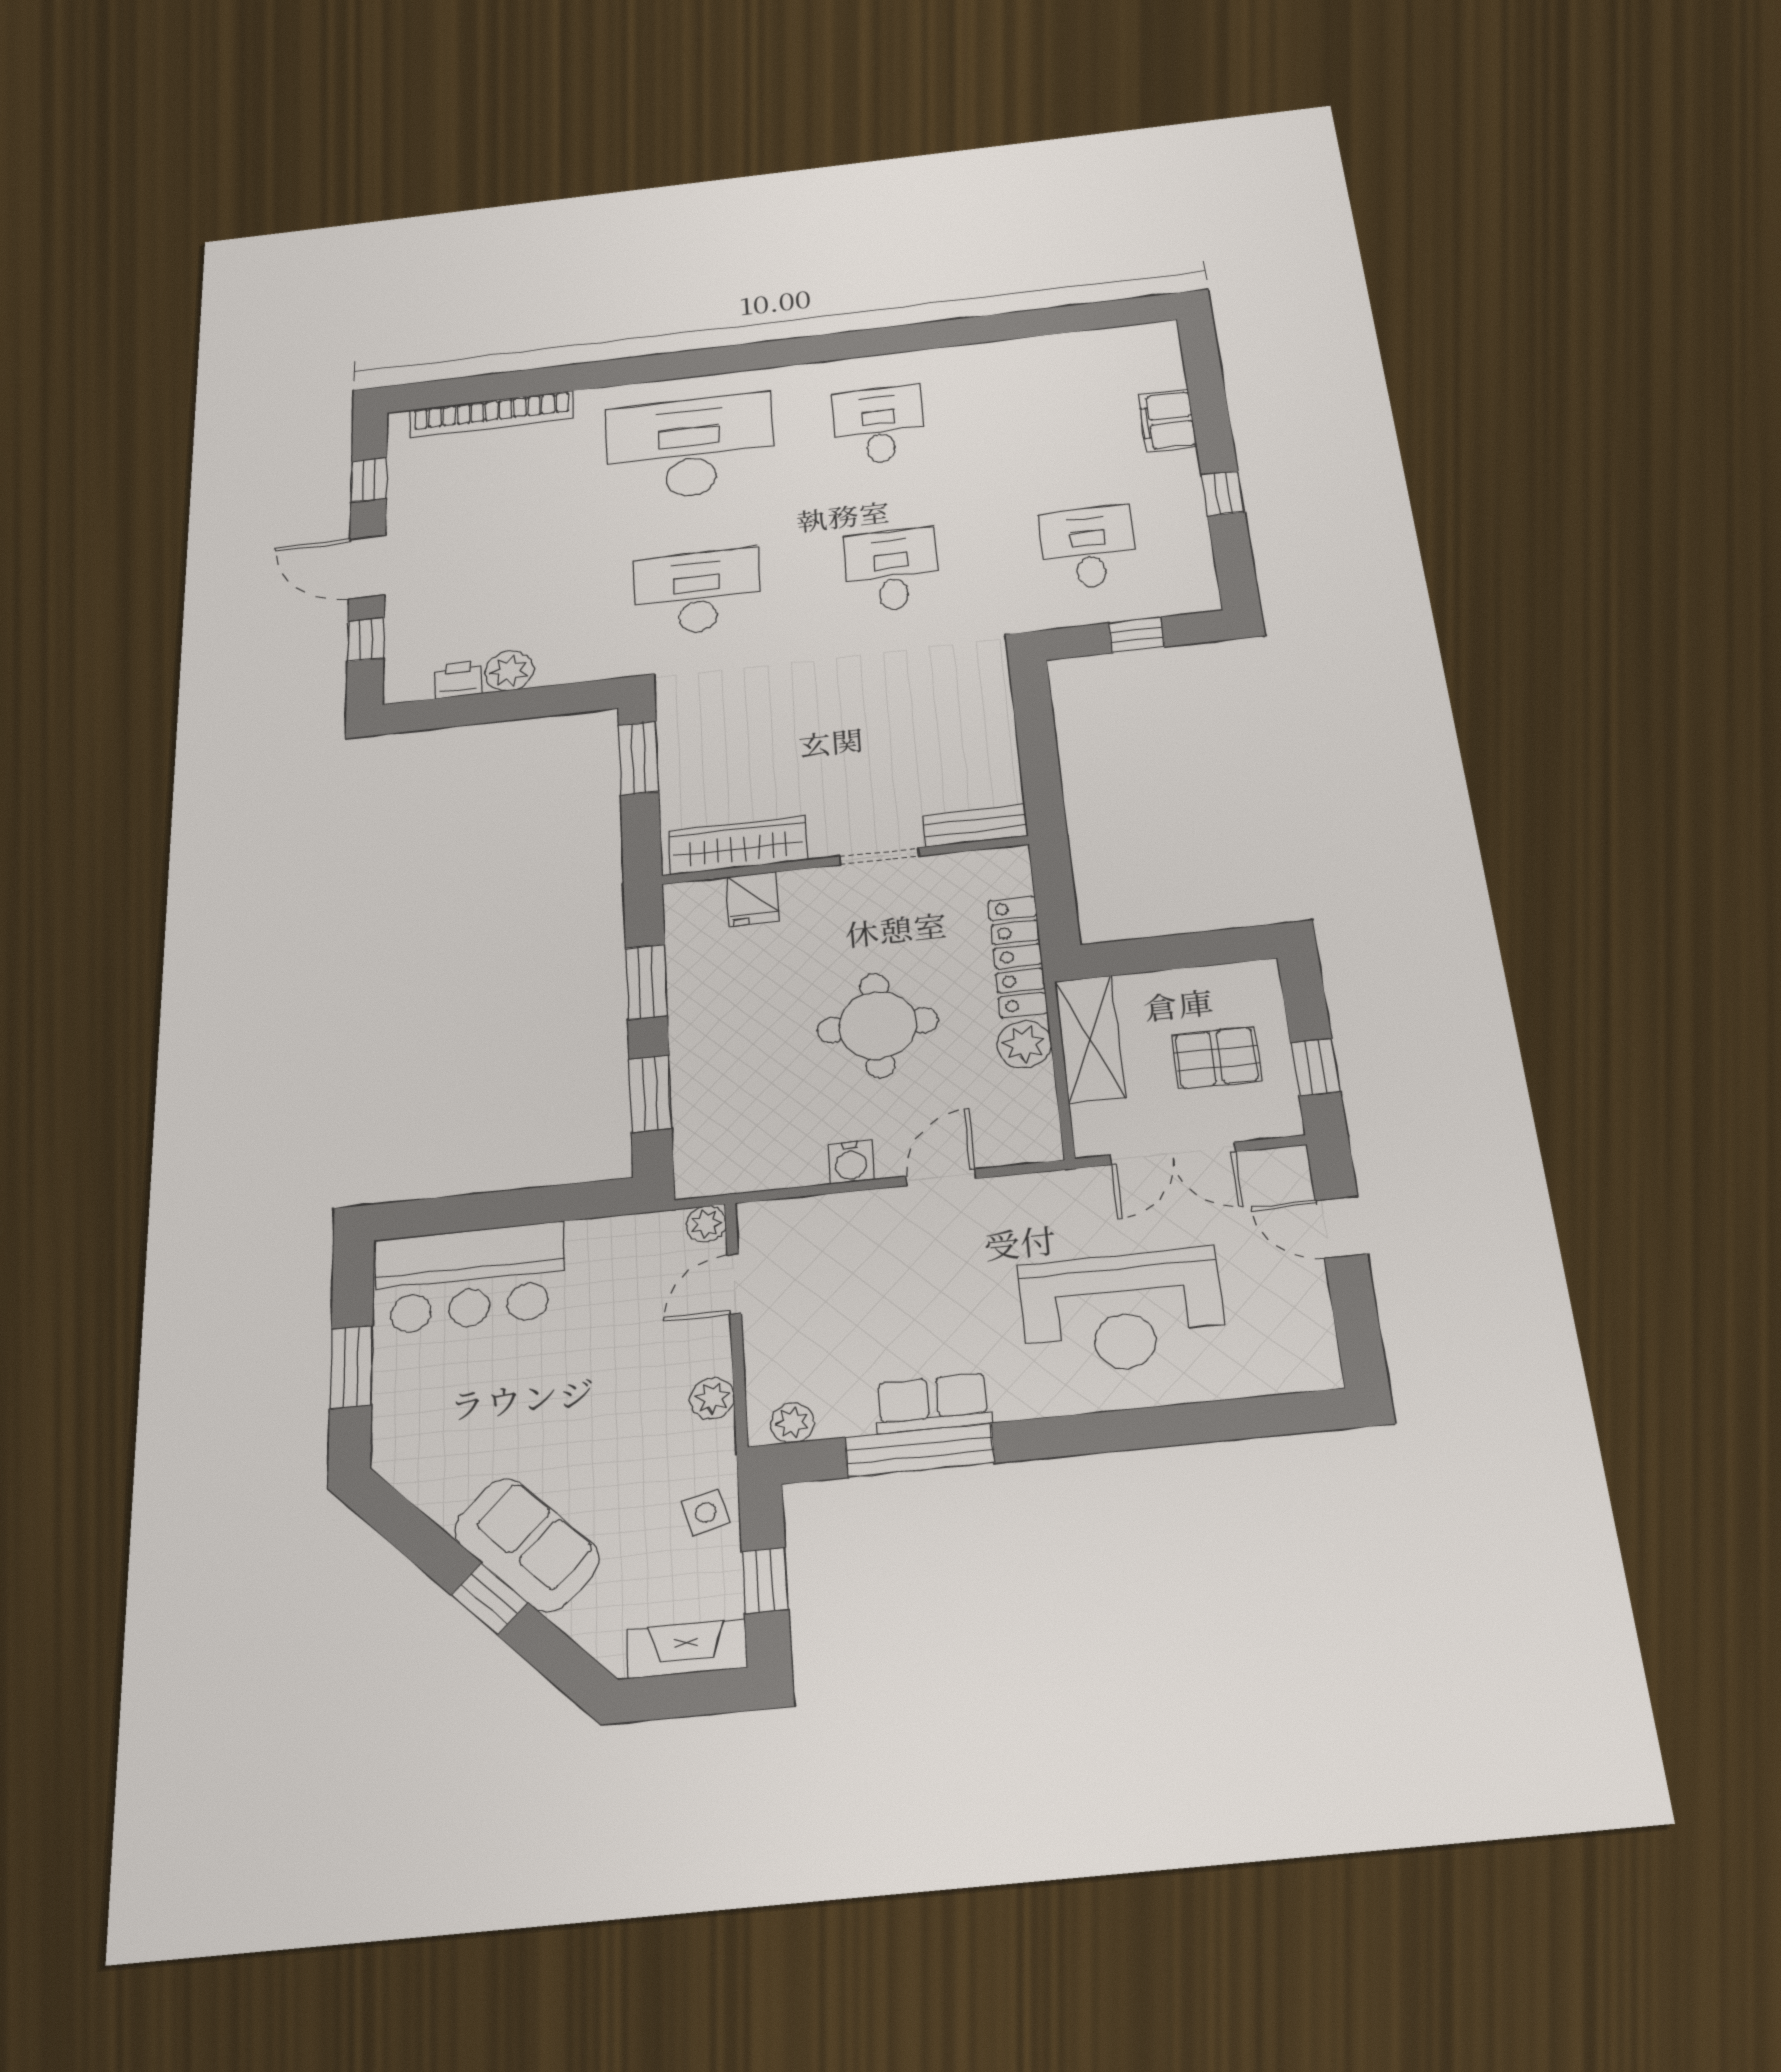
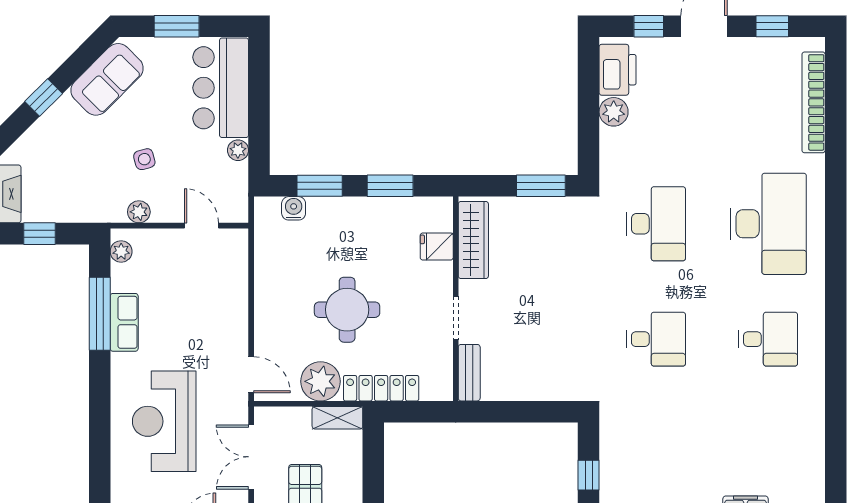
desk: (1088, 548) -> (656, 454), removed
printer: (458, 679) -> (618, 70), width x1.87, depth x1.48
shelving: (1090, 1039) -> (337, 418), width x0.67, depth x0.75
plant: (1024, 1044) -> (320, 381), width x1.36, depth x1.36
water cooler: (851, 1162) -> (294, 208), moved, turned 90
door: (941, 1177) -> (251, 375), moved
plant: (706, 1224) -> (238, 150), moved
side table: (705, 1512) -> (144, 159), moved
sofa: (527, 1545) -> (107, 79), moved

